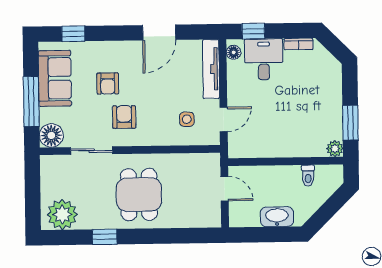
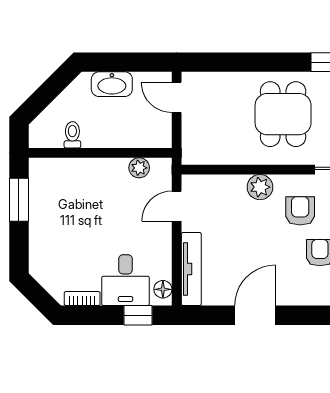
armchair: (124, 117) -> (300, 211), turned 180
side table: (187, 119) -> (222, 207), removed
plant: (157, 136) -> (260, 187), added
plant: (335, 149) -> (139, 168), moved
door: (225, 189) -> (177, 97), moved

